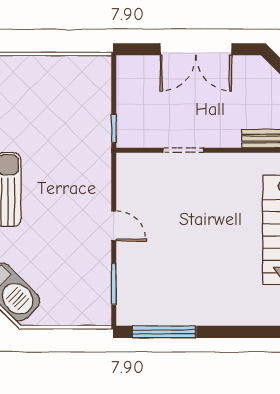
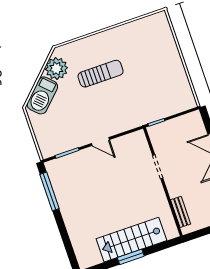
door: (114, 226) -> (100, 142), hinge flipped

